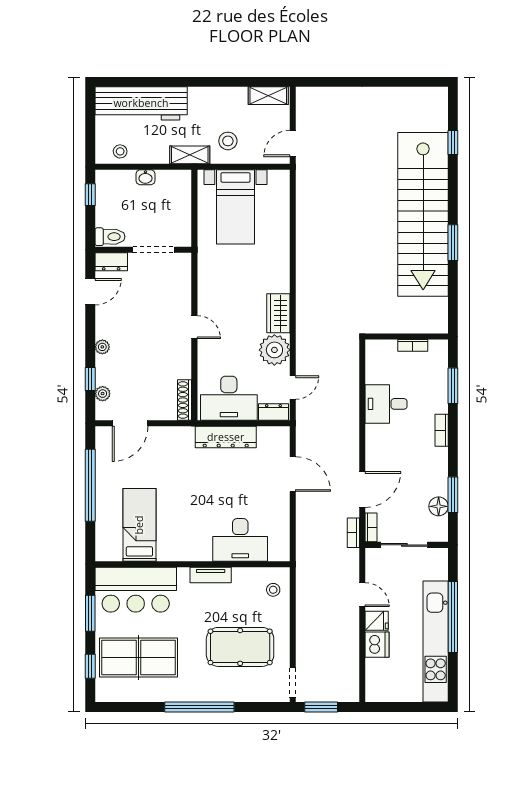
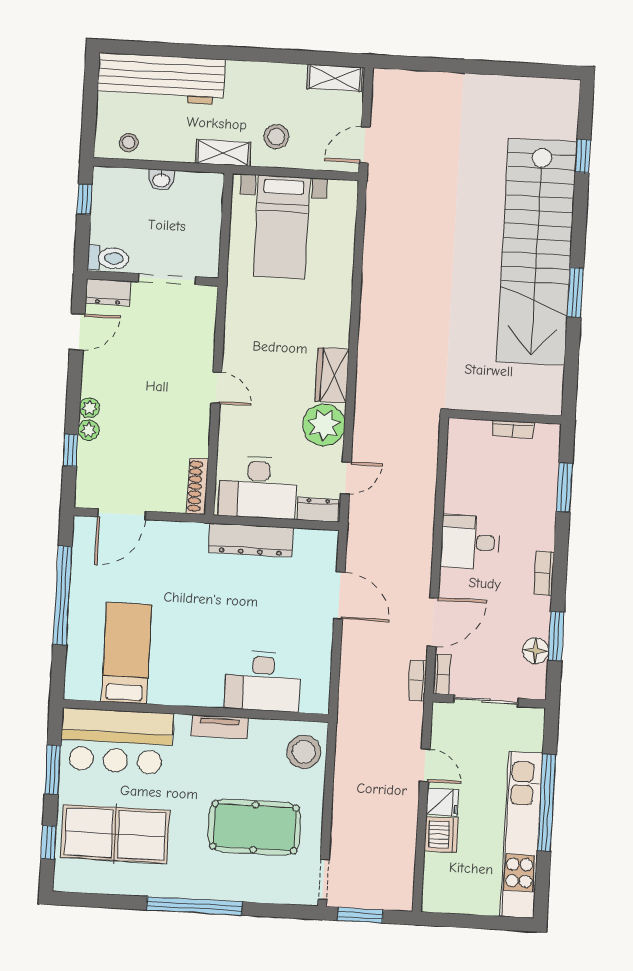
plant: (103, 394) -> (89, 430), moved
desk: (386, 404) -> (470, 542), moved
bookcase: (442, 430) -> (544, 573), moved
stool: (273, 590) -> (304, 752), width x1.89, depth x1.89

